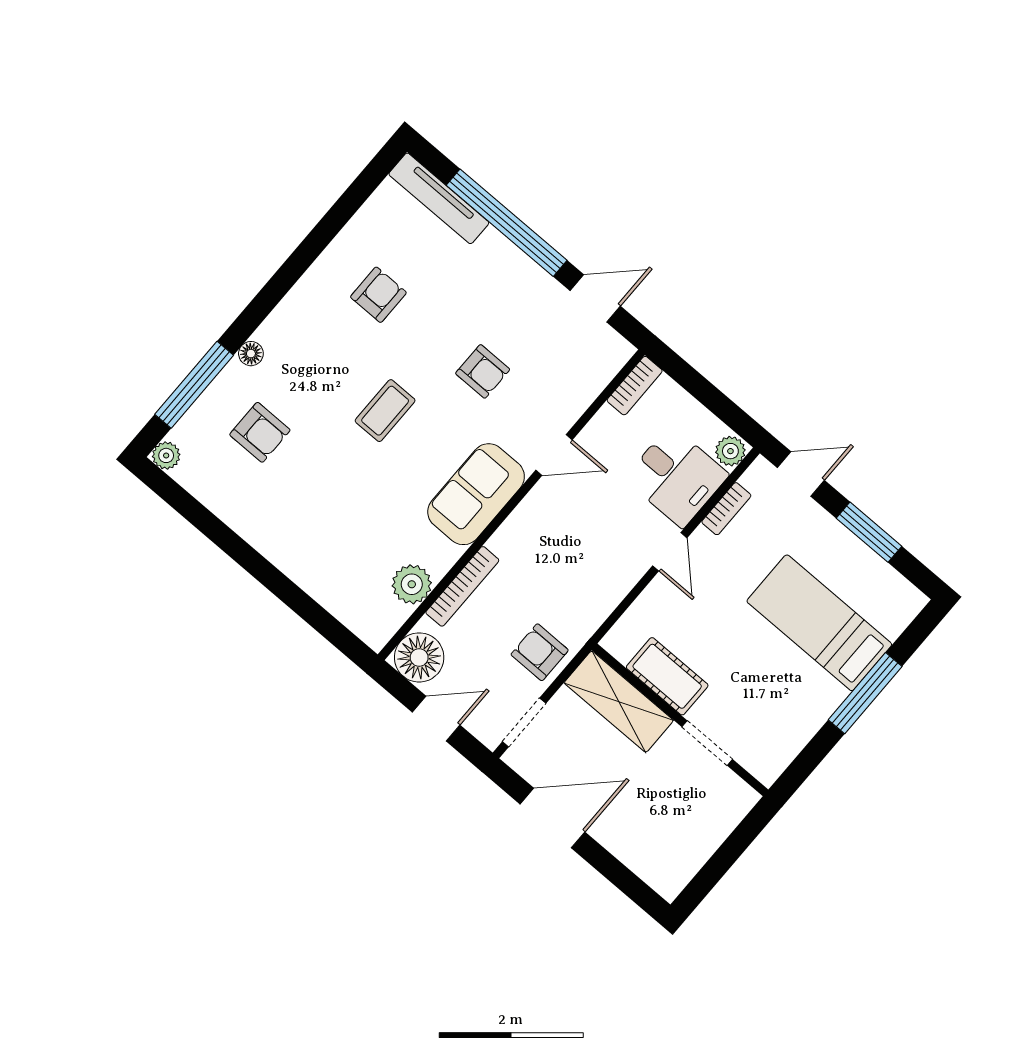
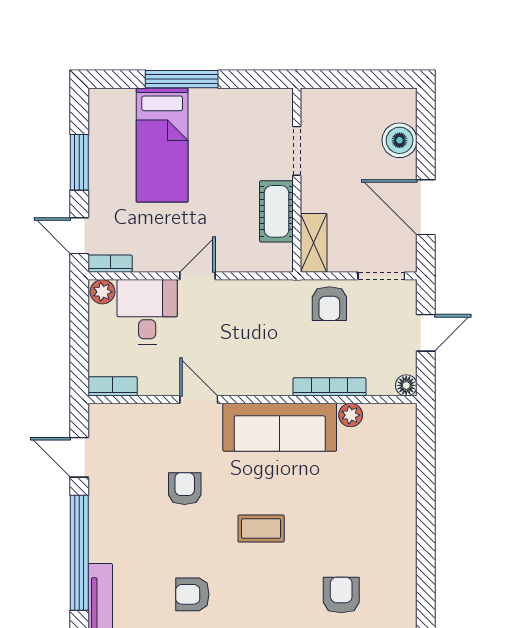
sofa: (476, 494) -> (280, 427), width x1.36
bookcase: (726, 509) -> (110, 264), moved
plant: (412, 584) -> (351, 415), width x0.73, depth x0.73
floor lamp: (419, 657) -> (406, 385), width x0.53, depth x0.53
shelving: (619, 702) -> (314, 243), width x0.67, depth x0.75
door: (436, 719) -> (426, 333), swing flipped
boiler: (636, 847) -> (400, 140), added

